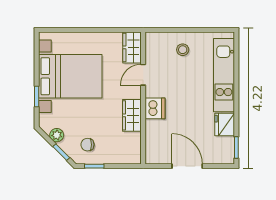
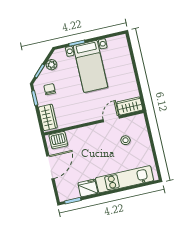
stool: (183, 50) -> (125, 140), moved
door: (143, 75) -> (111, 119), hinge flipped
bed with nightstands: (70, 76) -> (90, 66), width x0.73
dishwasher: (155, 108) -> (58, 140), moved
wardrobe: (132, 115) -> (48, 117), moved, turned 90

